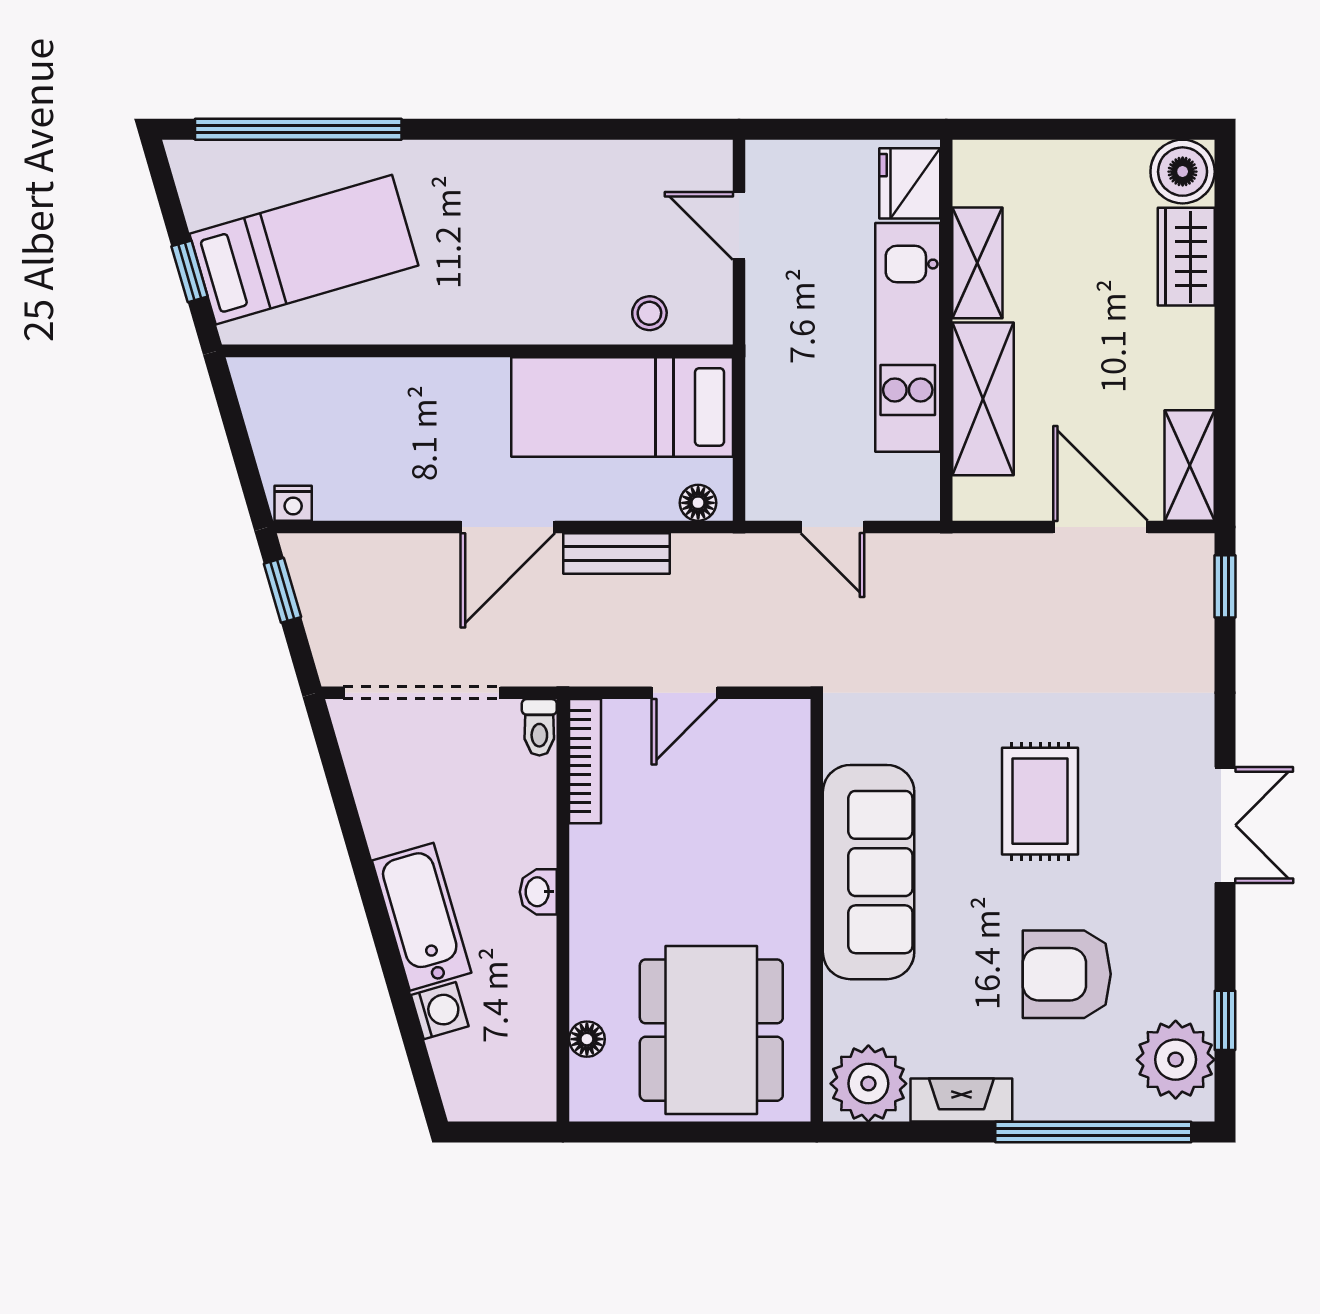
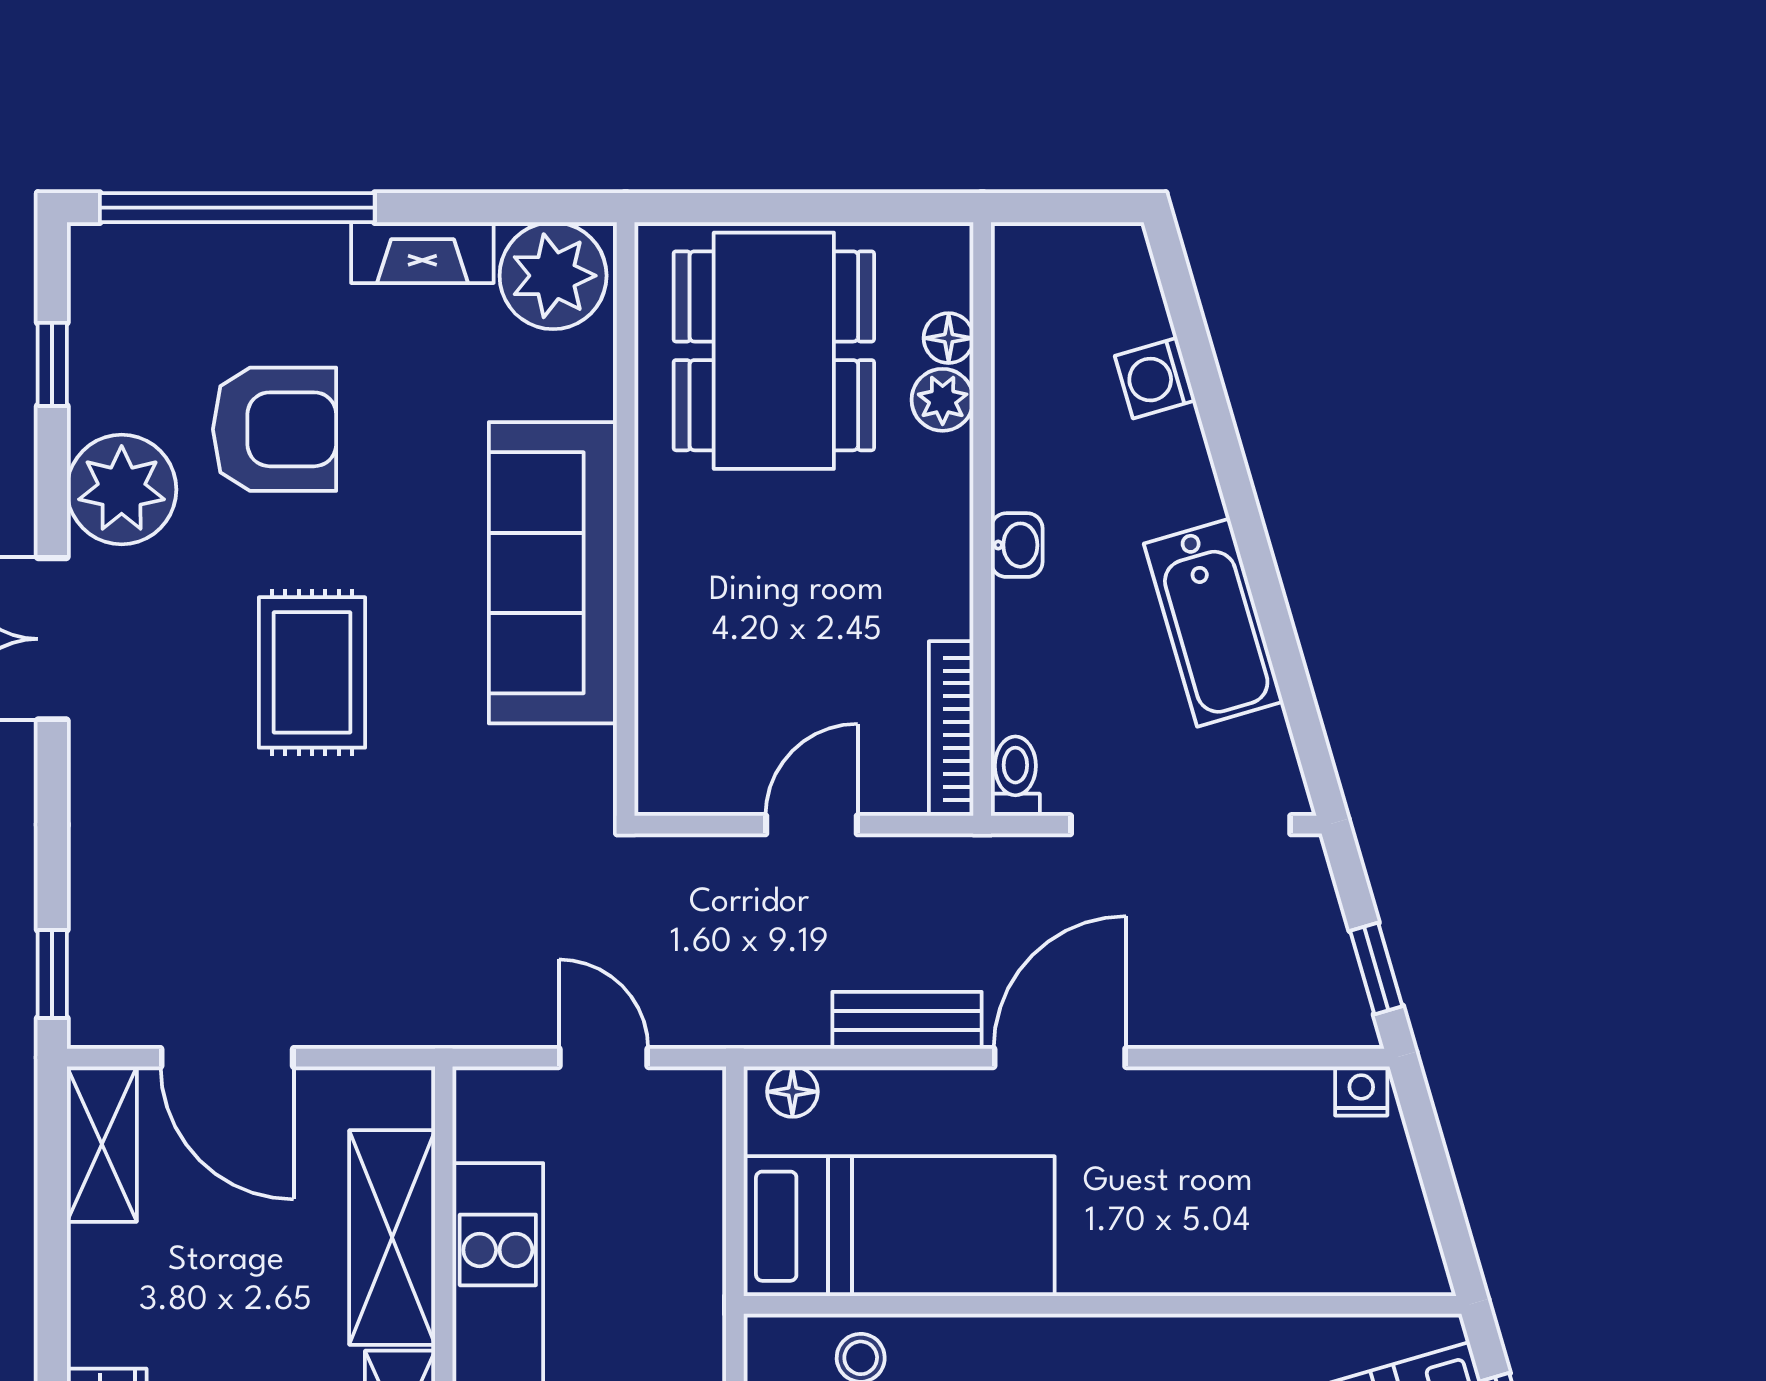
bathtub: (422, 917) -> (1214, 623), moved
plant: (591, 995) -> (943, 400), added
plant: (1176, 1060) -> (122, 490), moved

